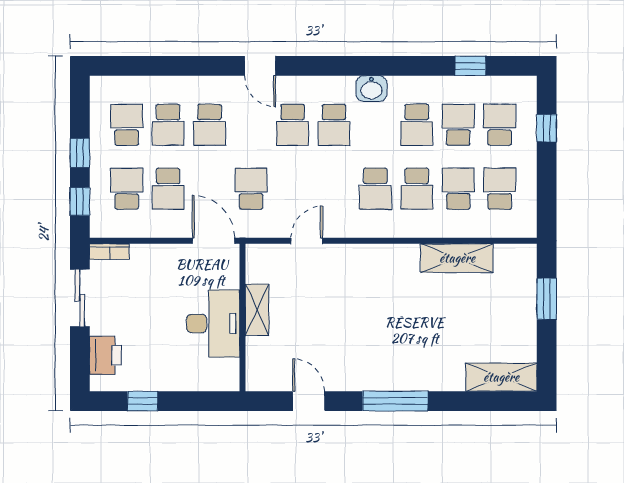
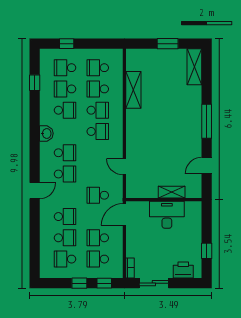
school desk: (168, 189) -> (98, 238), turned 180
window: (547, 299) -> (168, 44), moved
shelving: (257, 310) -> (172, 192), moved

